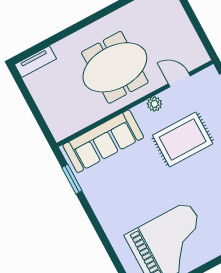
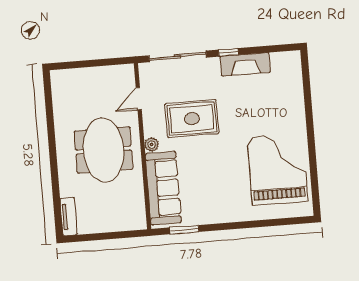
plant: (154, 104) -> (152, 145), moved
rug: (183, 139) -> (192, 119), turned 90

